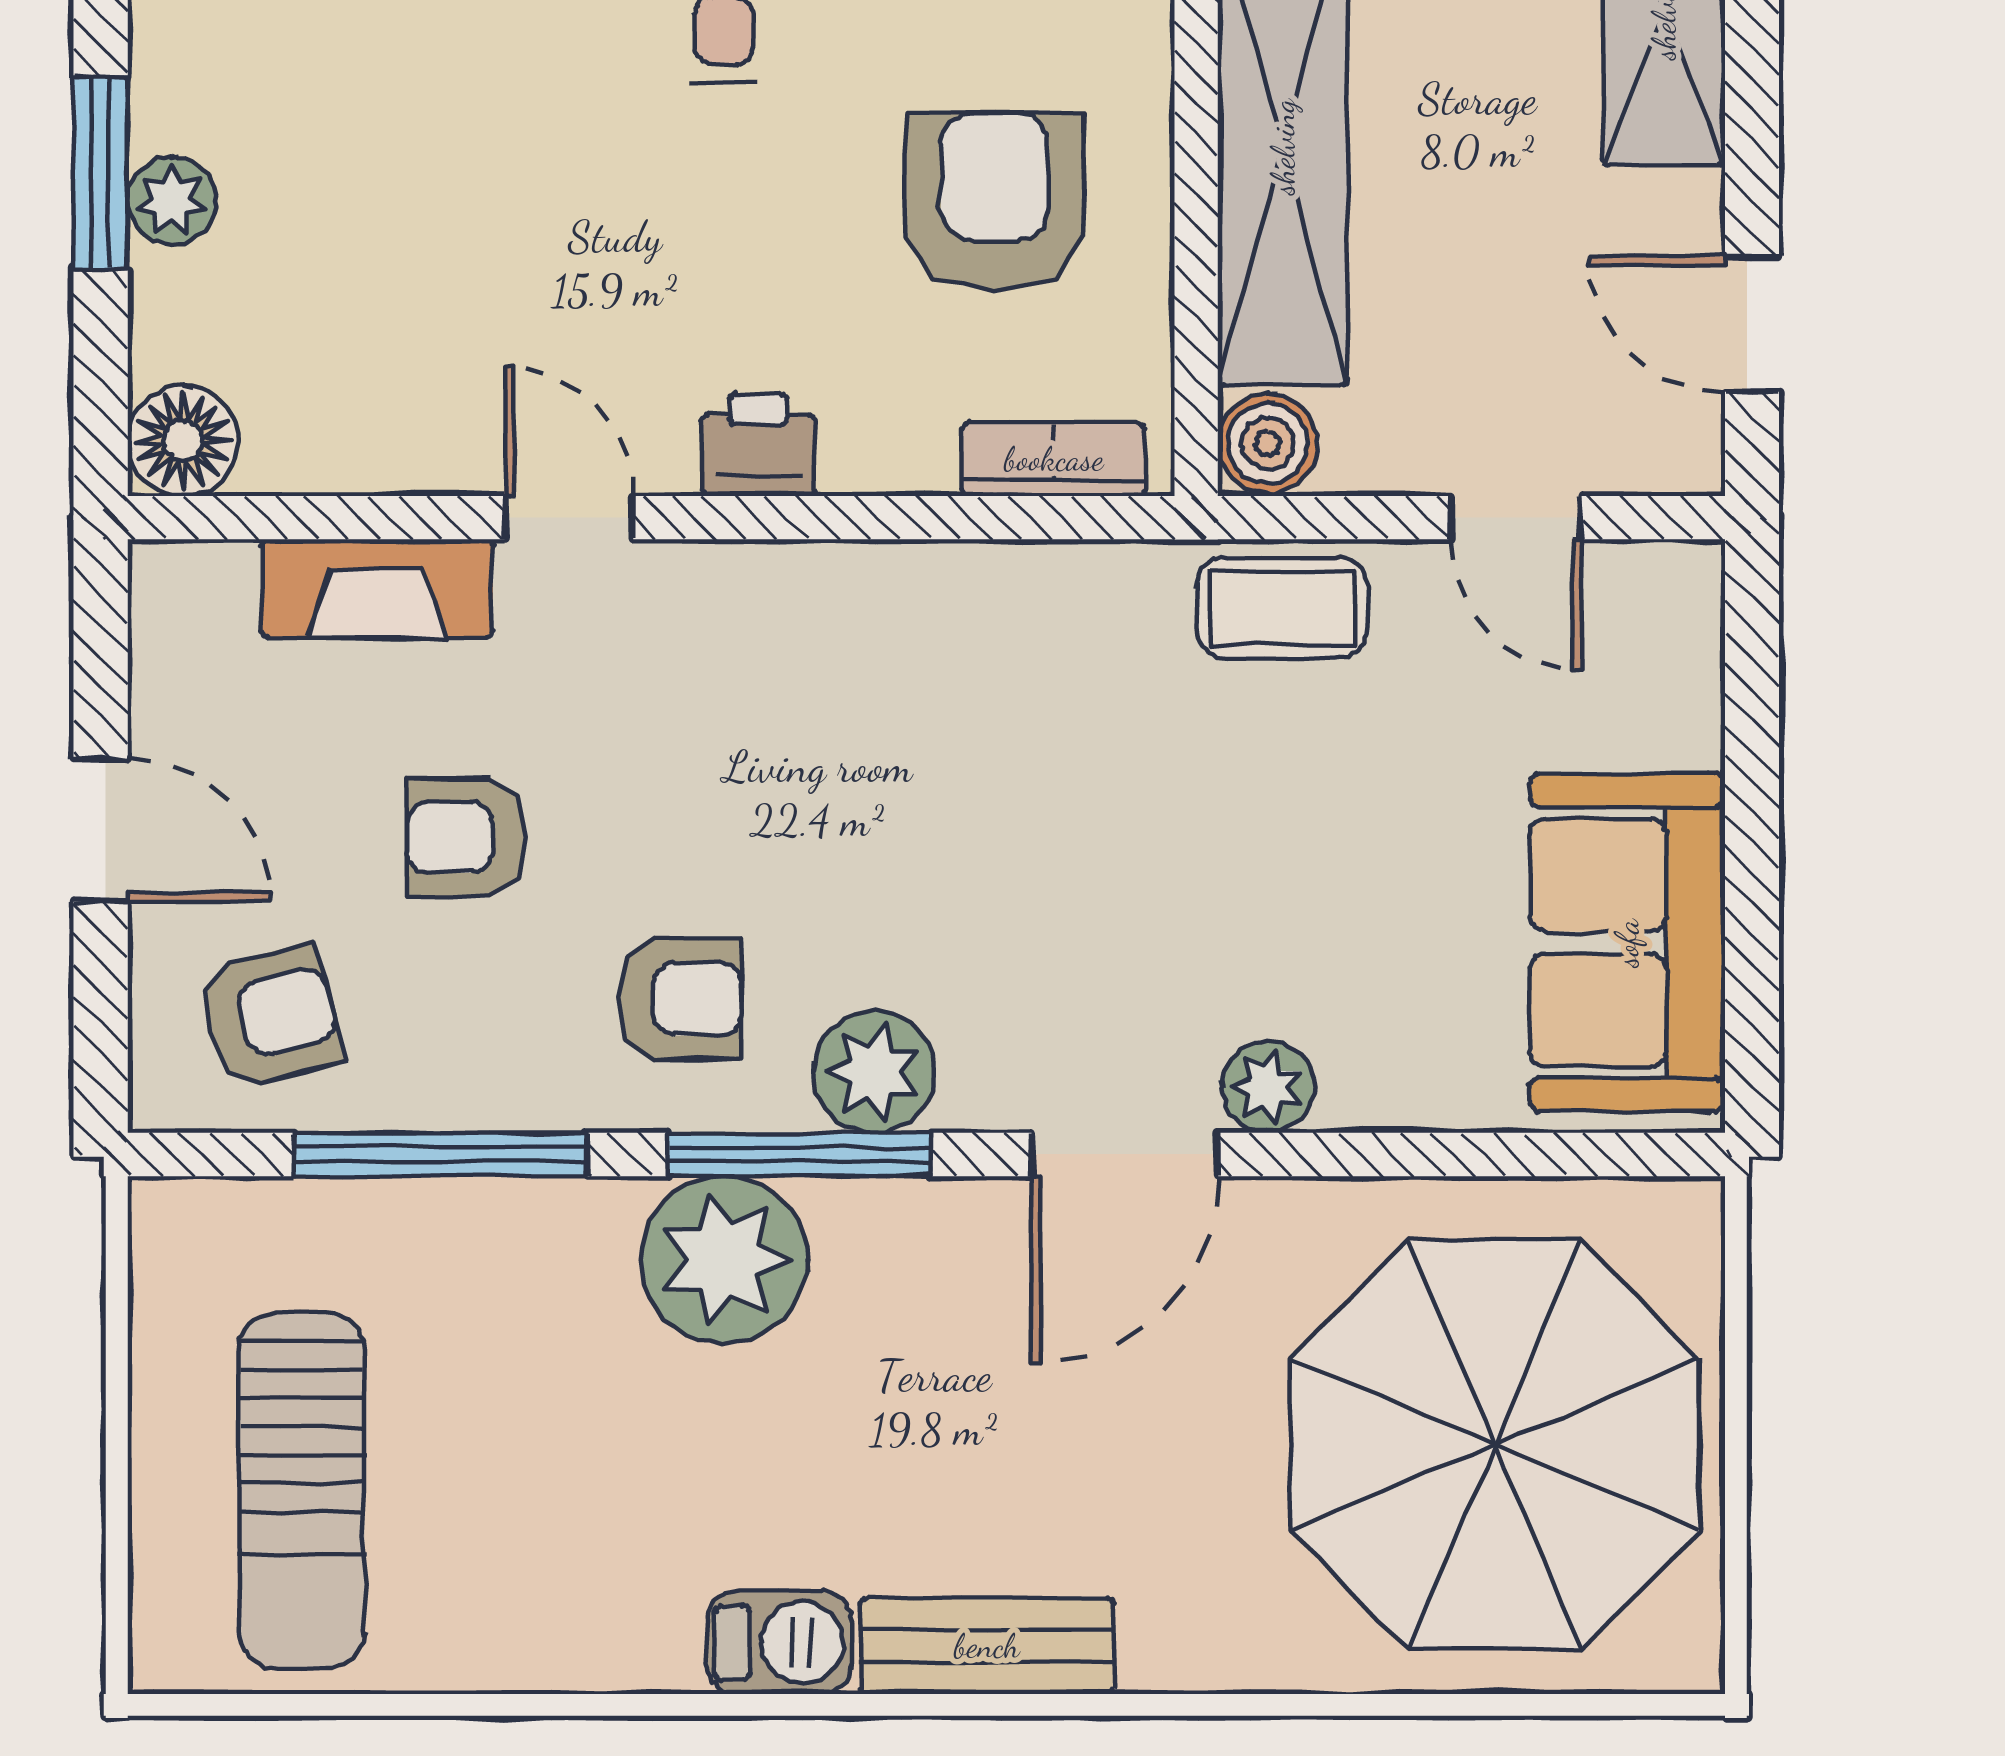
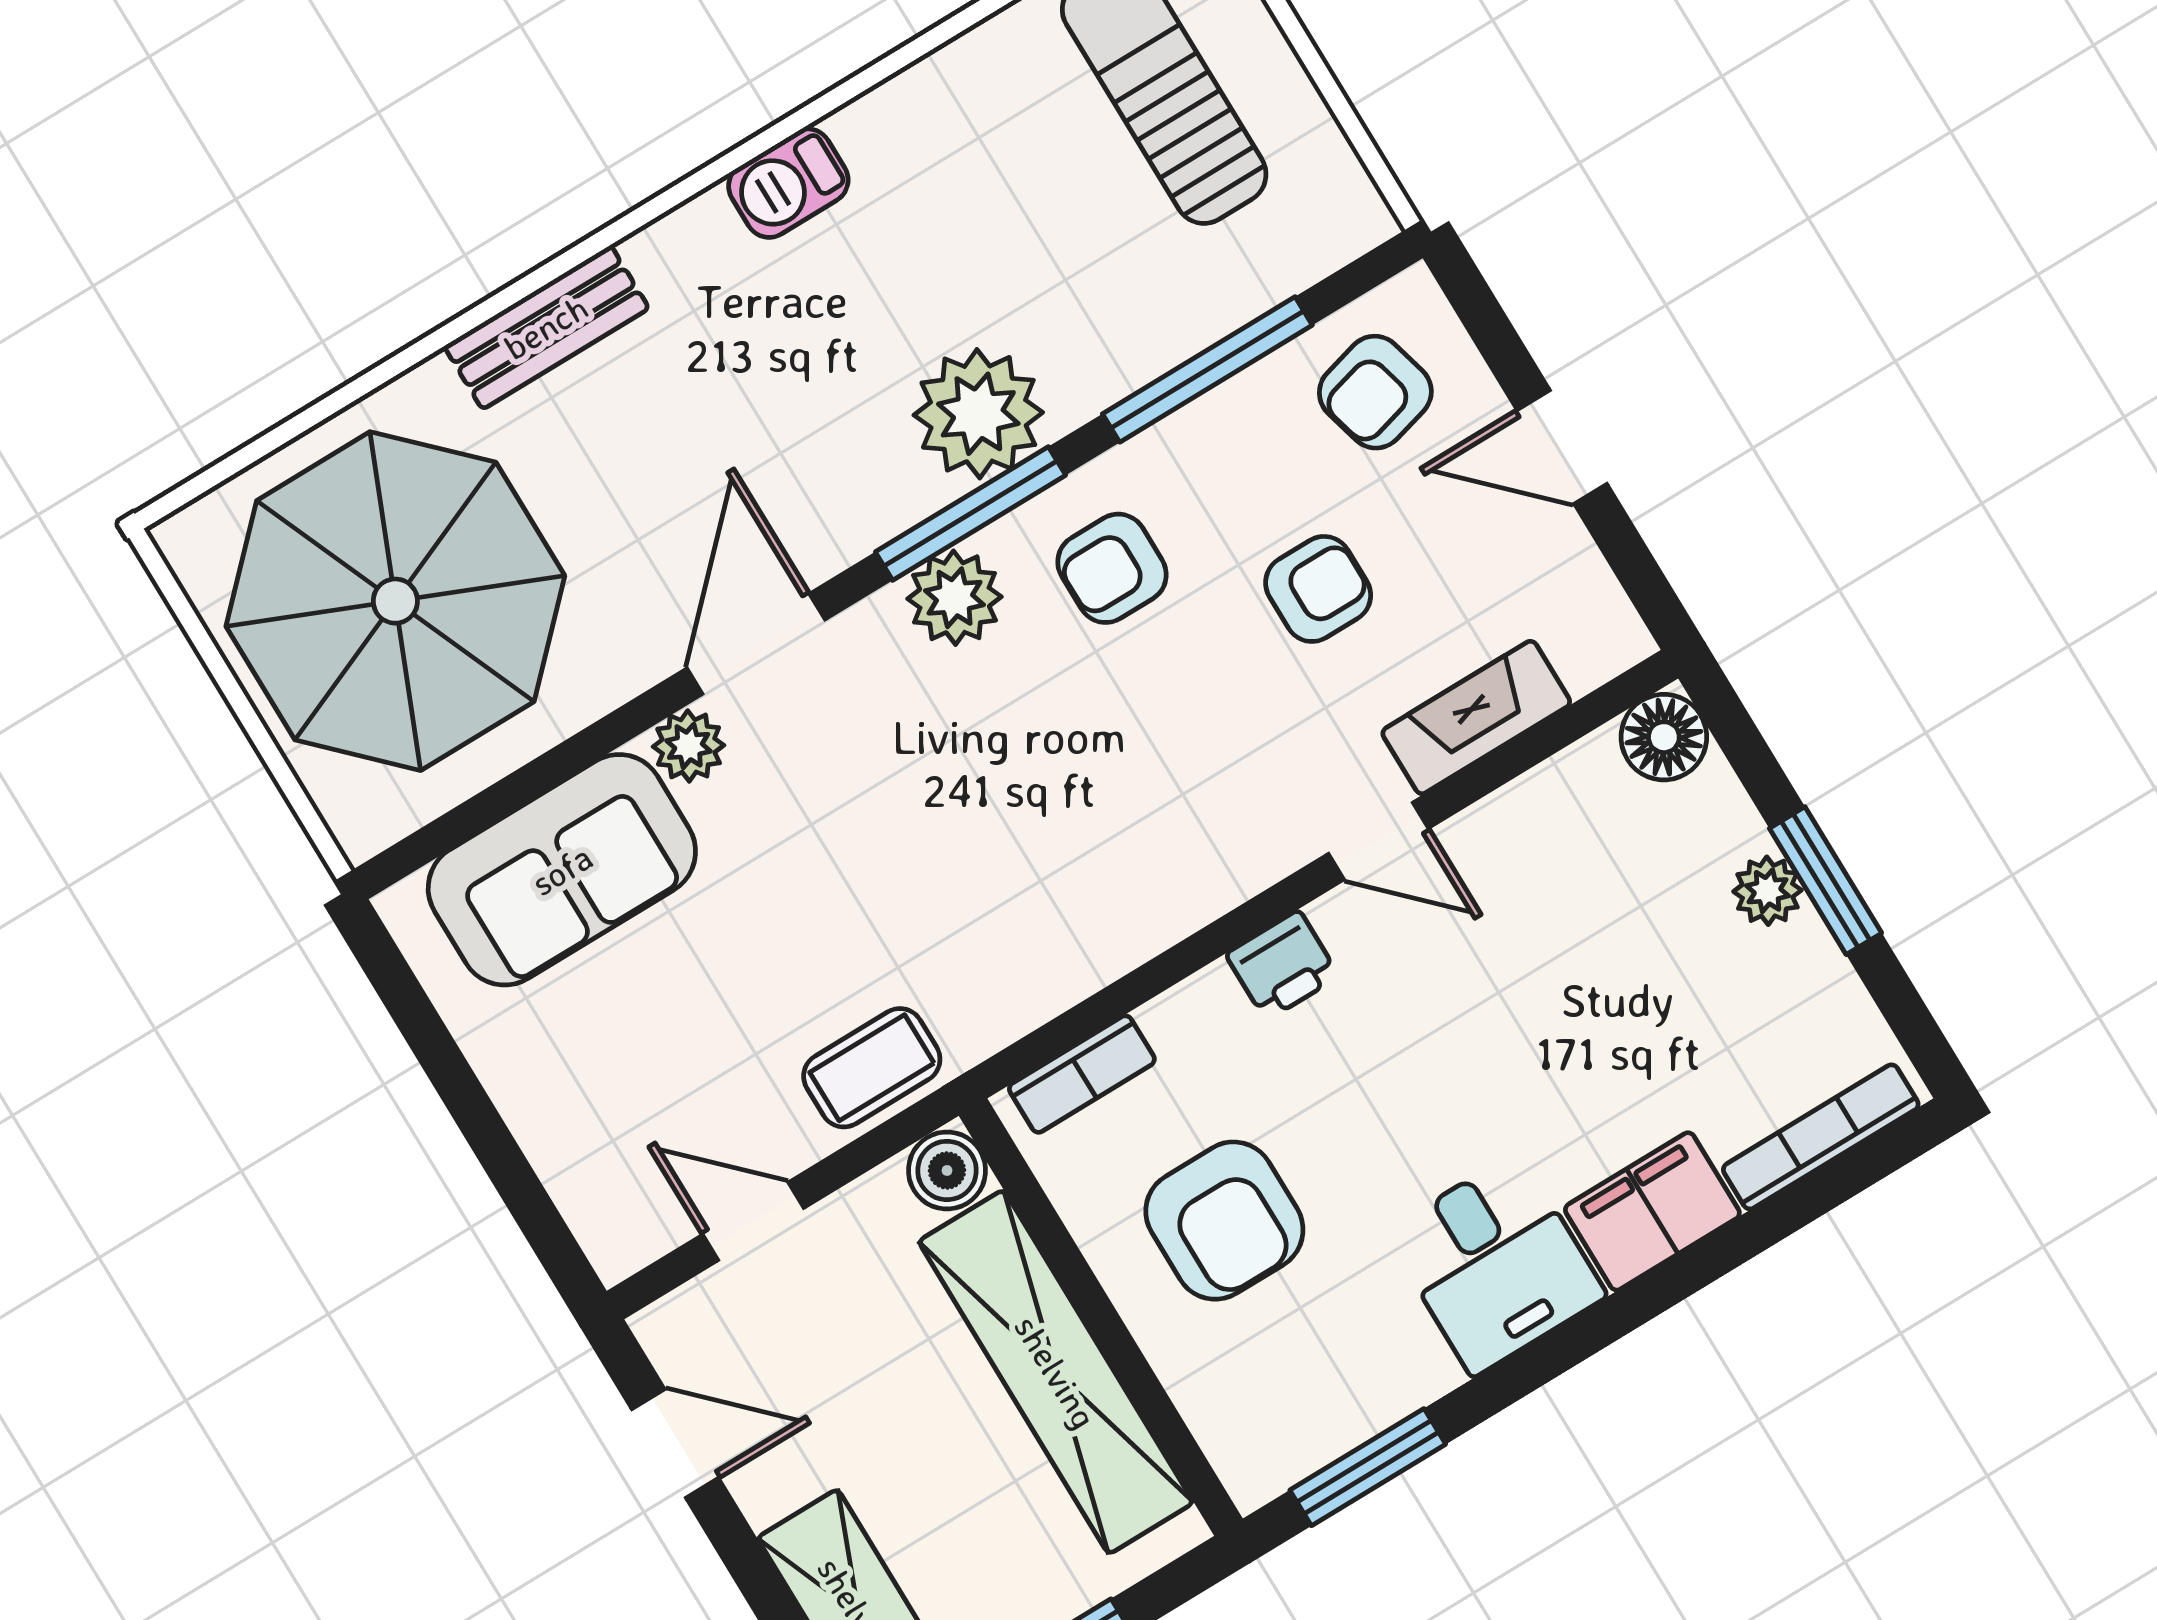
sofa: (1627, 943) -> (562, 870), moved, turned 90
bench: (987, 1646) -> (546, 327), moved

